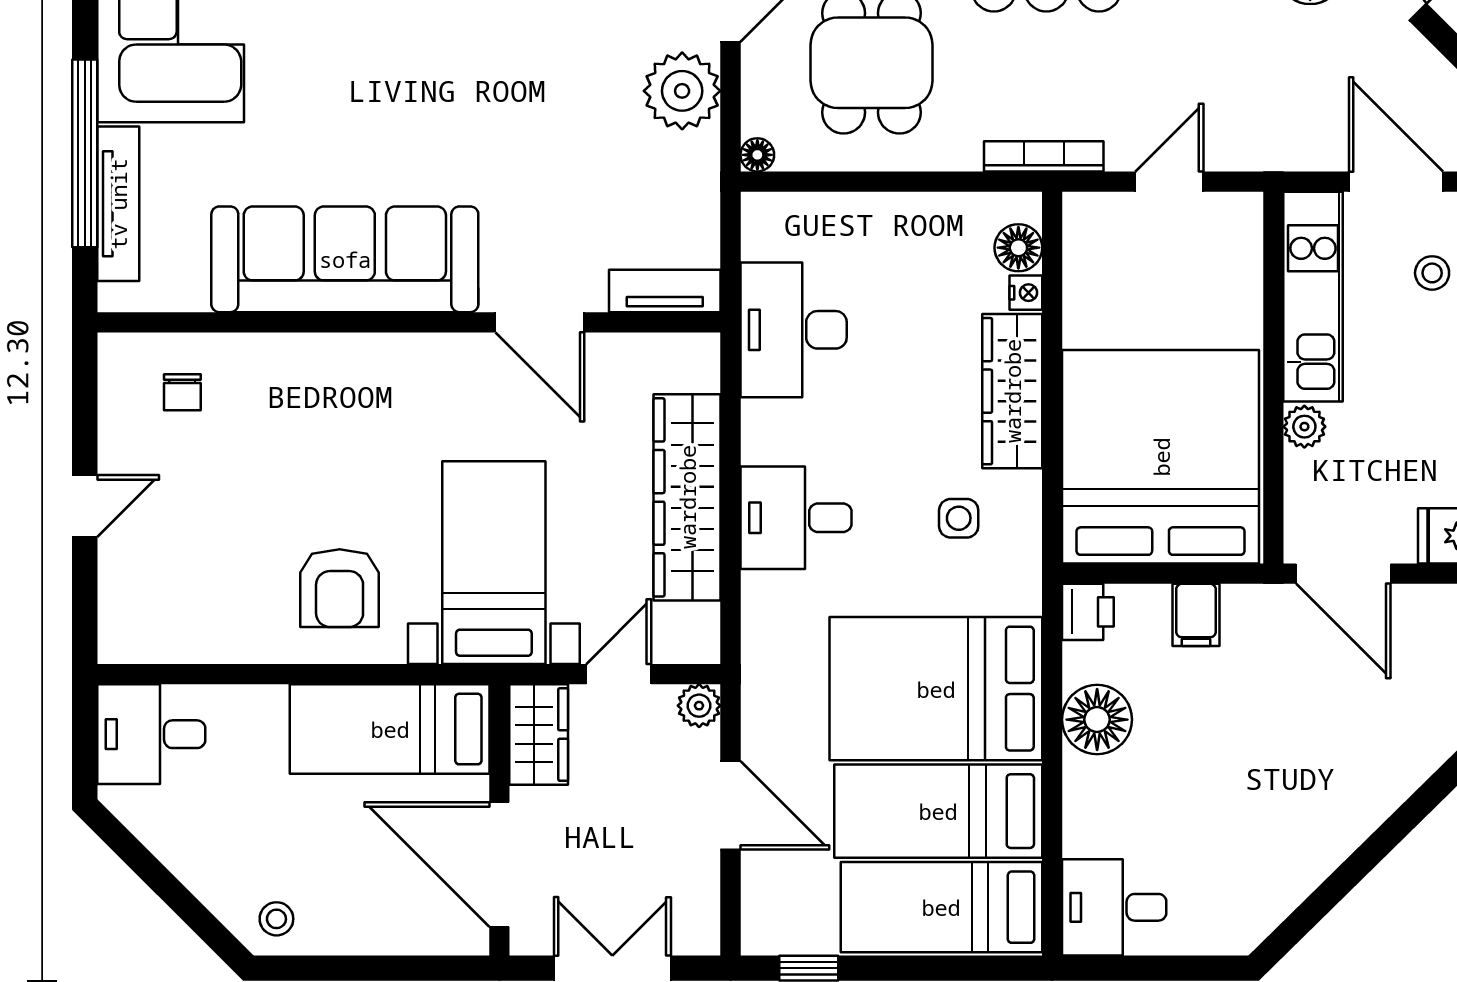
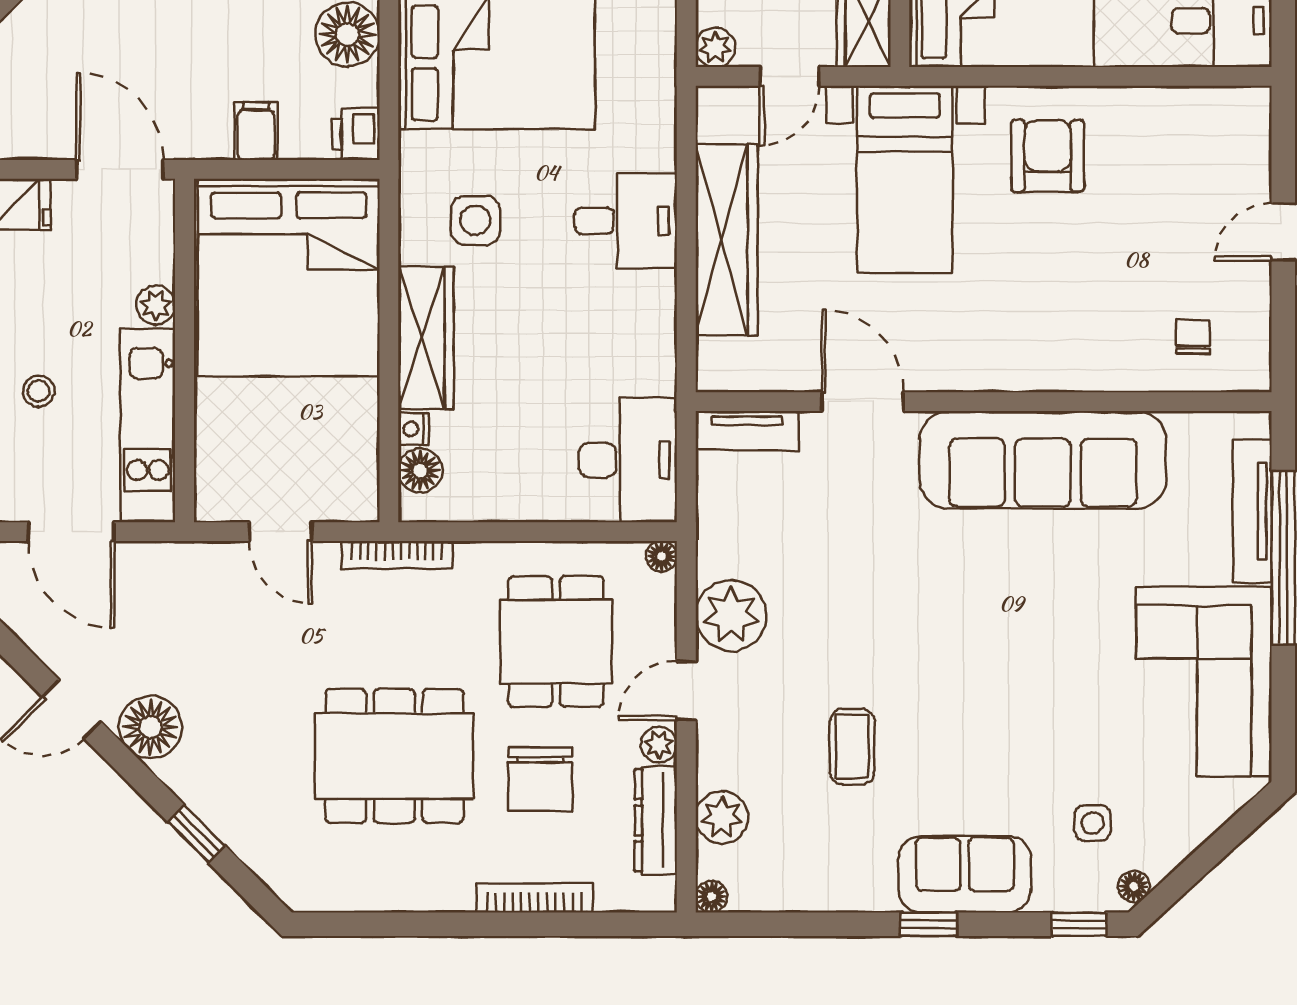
door: (1169, 182) -> (281, 532), hinge flipped
stool: (1432, 273) -> (39, 391), moved
desk: (794, 330) -> (628, 460), moved
side table: (959, 518) -> (475, 220), width x1.37, depth x1.37

